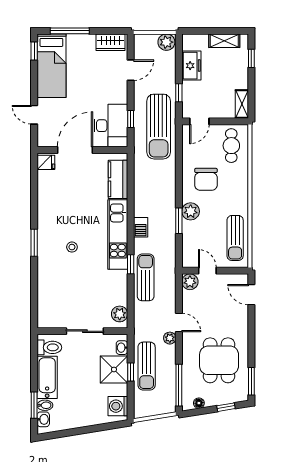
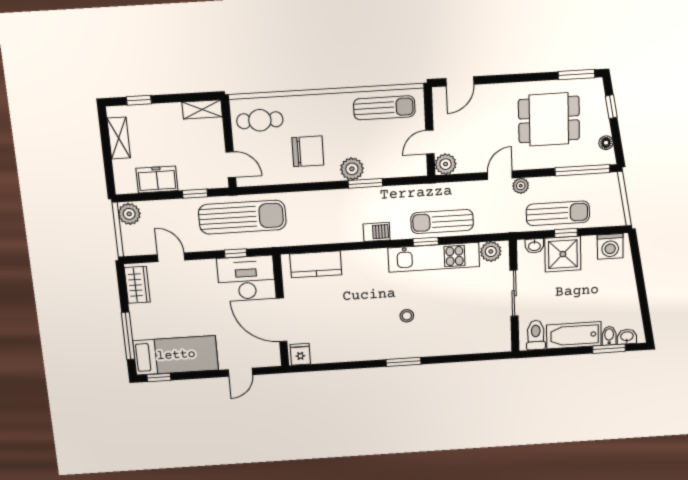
kitchen unit: (118, 235) -> (434, 257), moved

